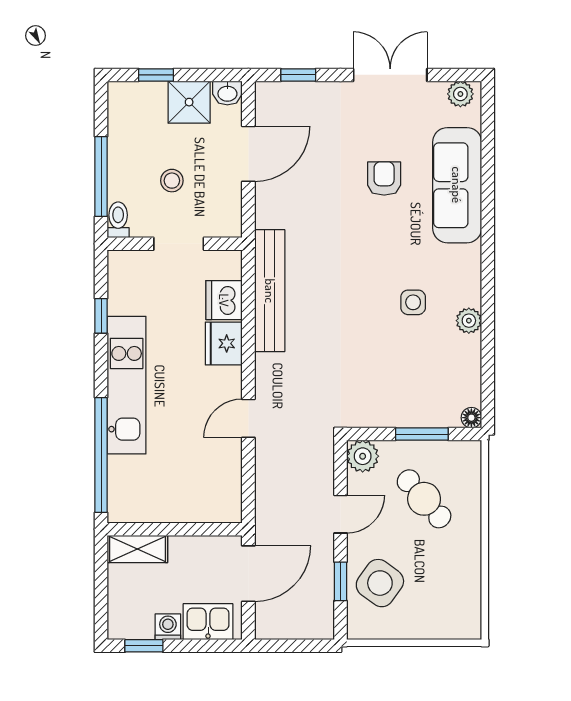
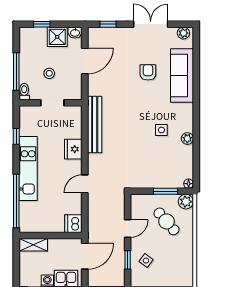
dishwasher: (224, 300) -> (73, 224), moved
plant: (363, 456) -> (186, 202), moved
side table: (380, 583) -> (146, 261), width x0.54, depth x0.54

